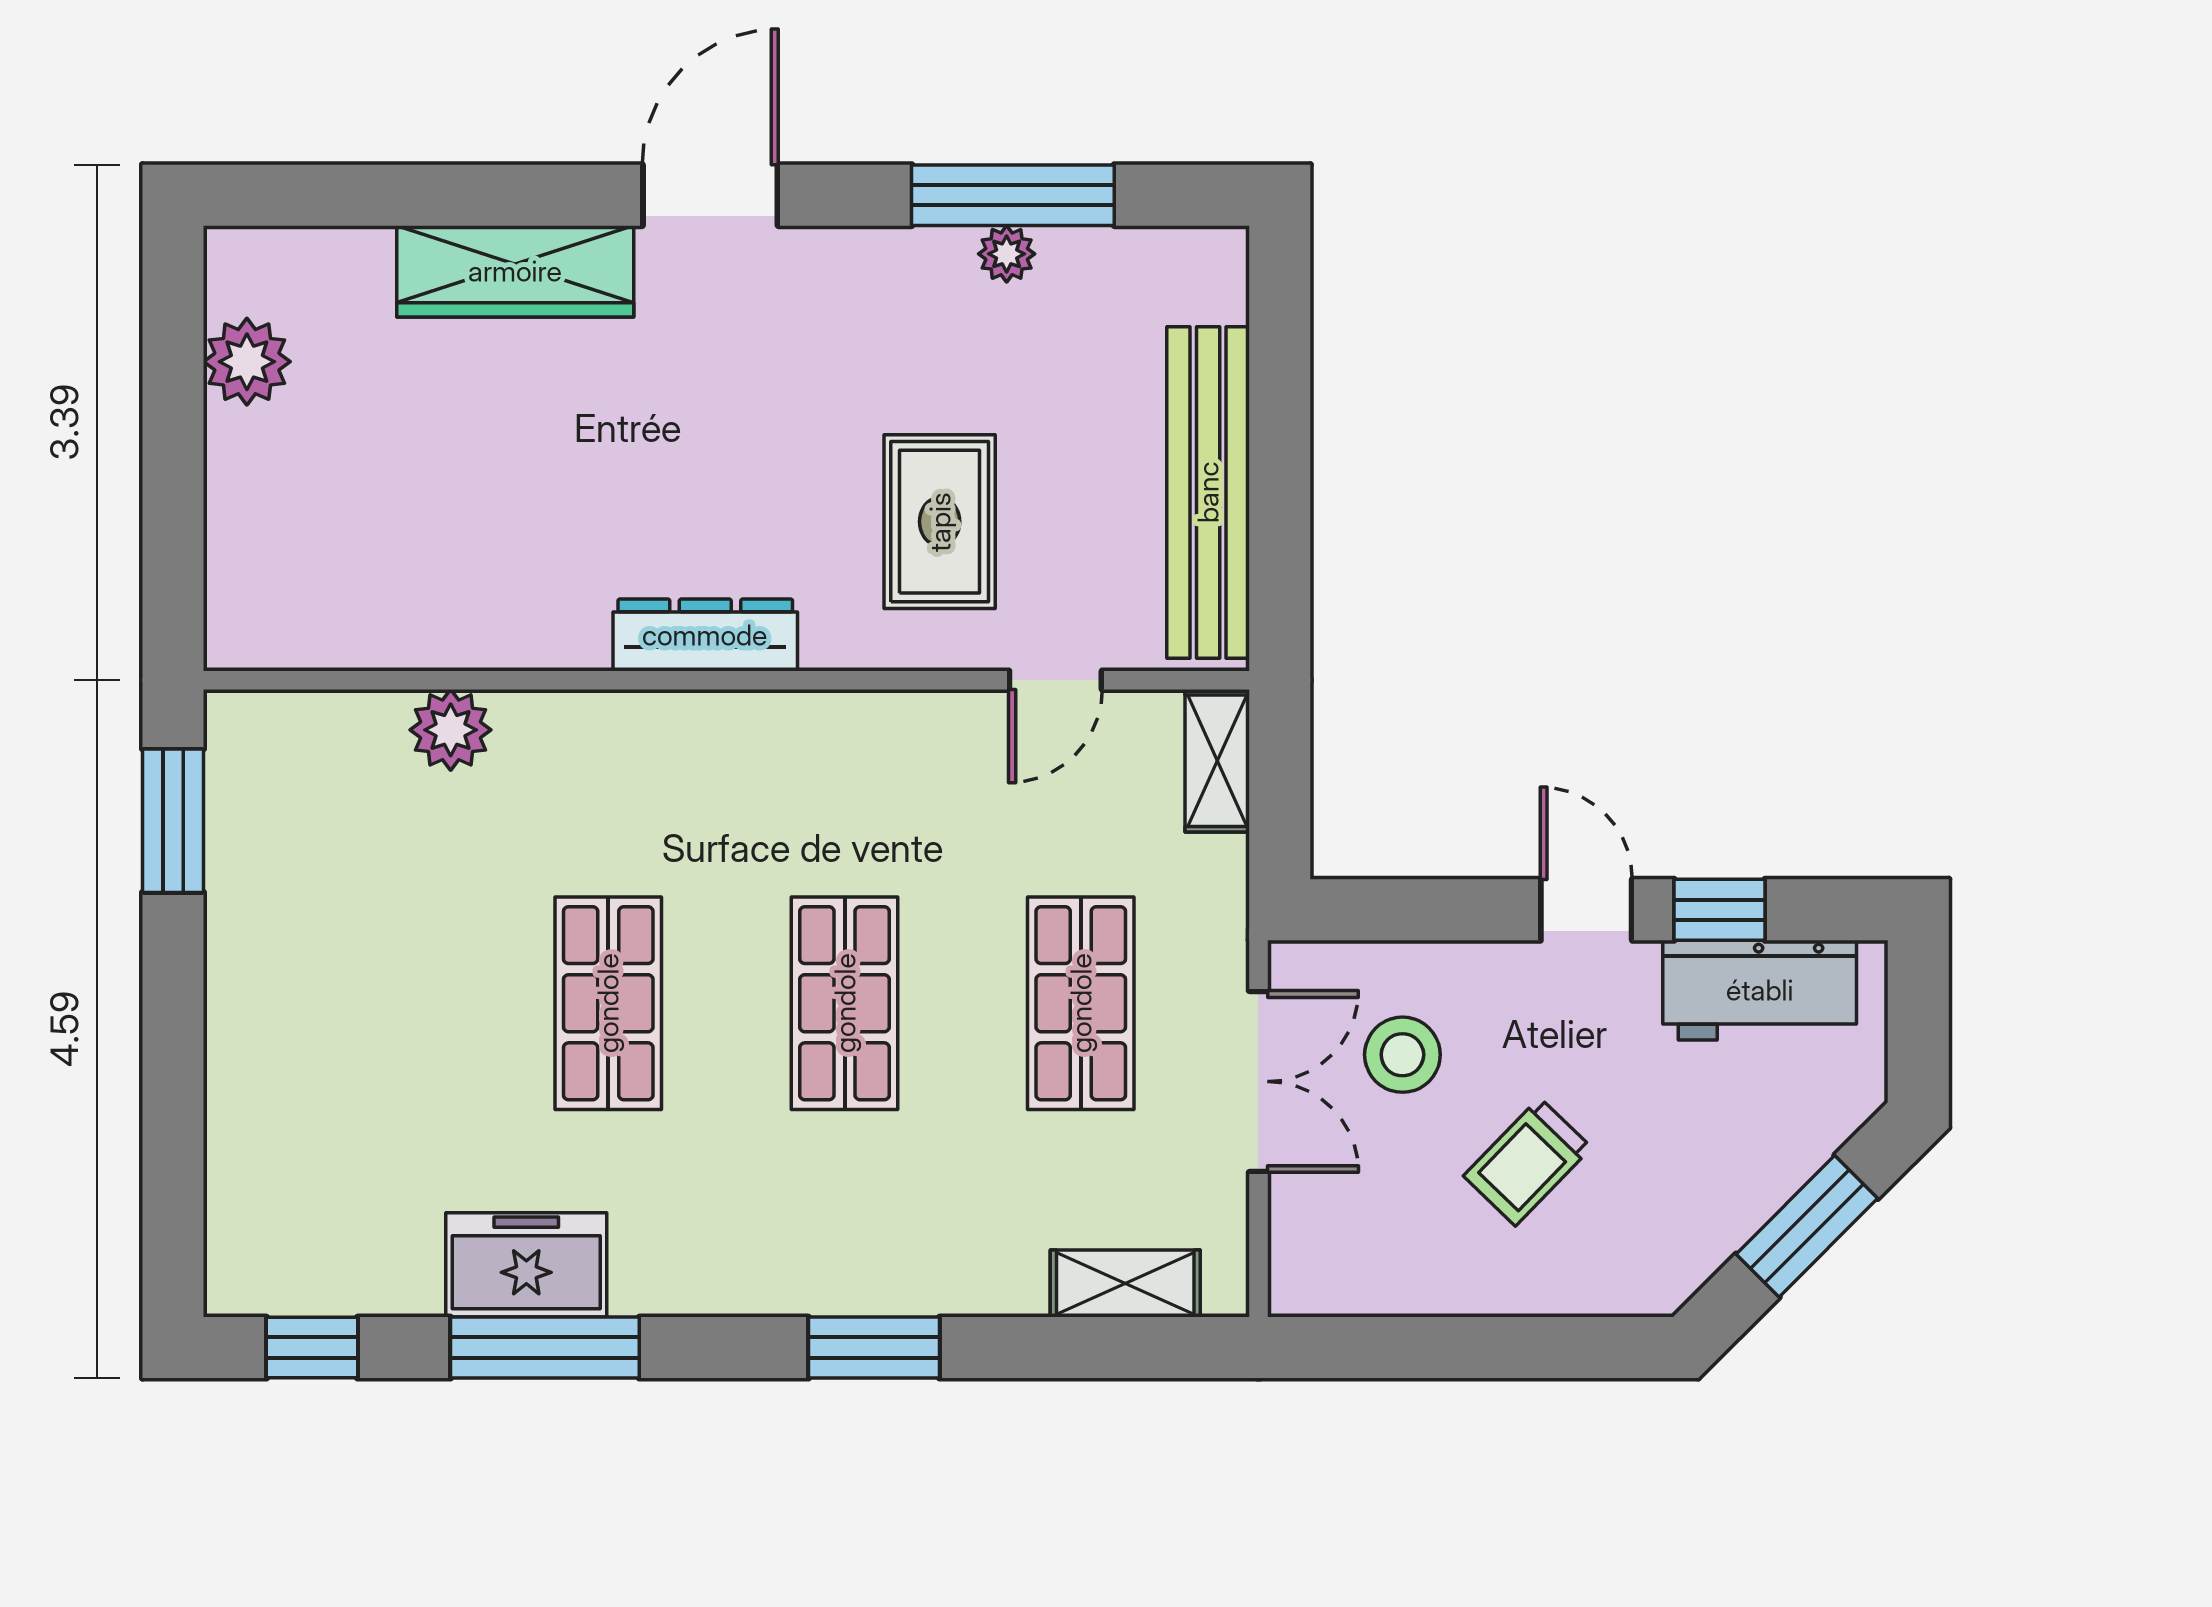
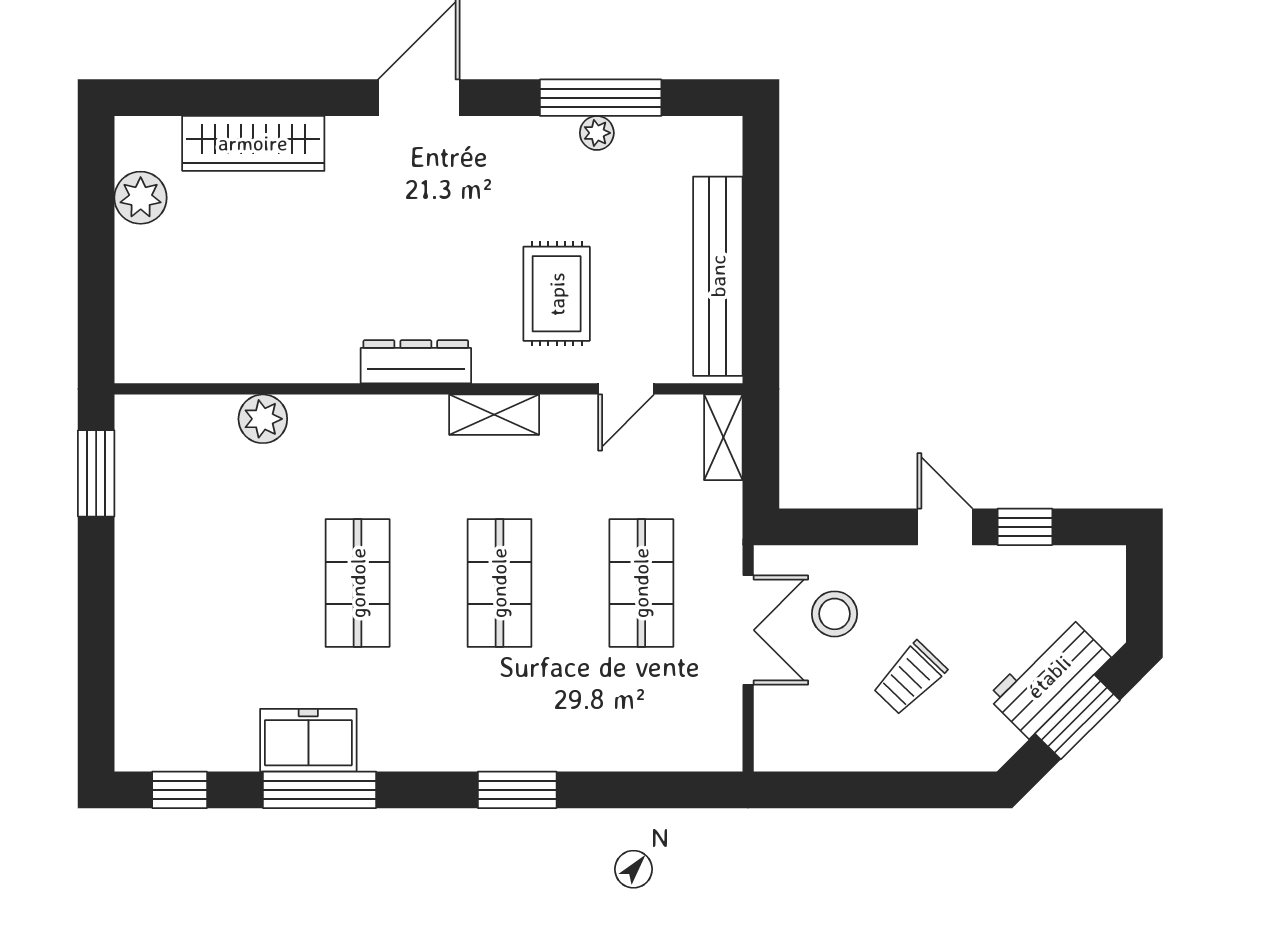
wardrobe: (515, 271) -> (253, 143), moved
workbench: (1760, 990) -> (1049, 677), moved, turned 135
shelving: (1125, 1283) -> (494, 415), moved

